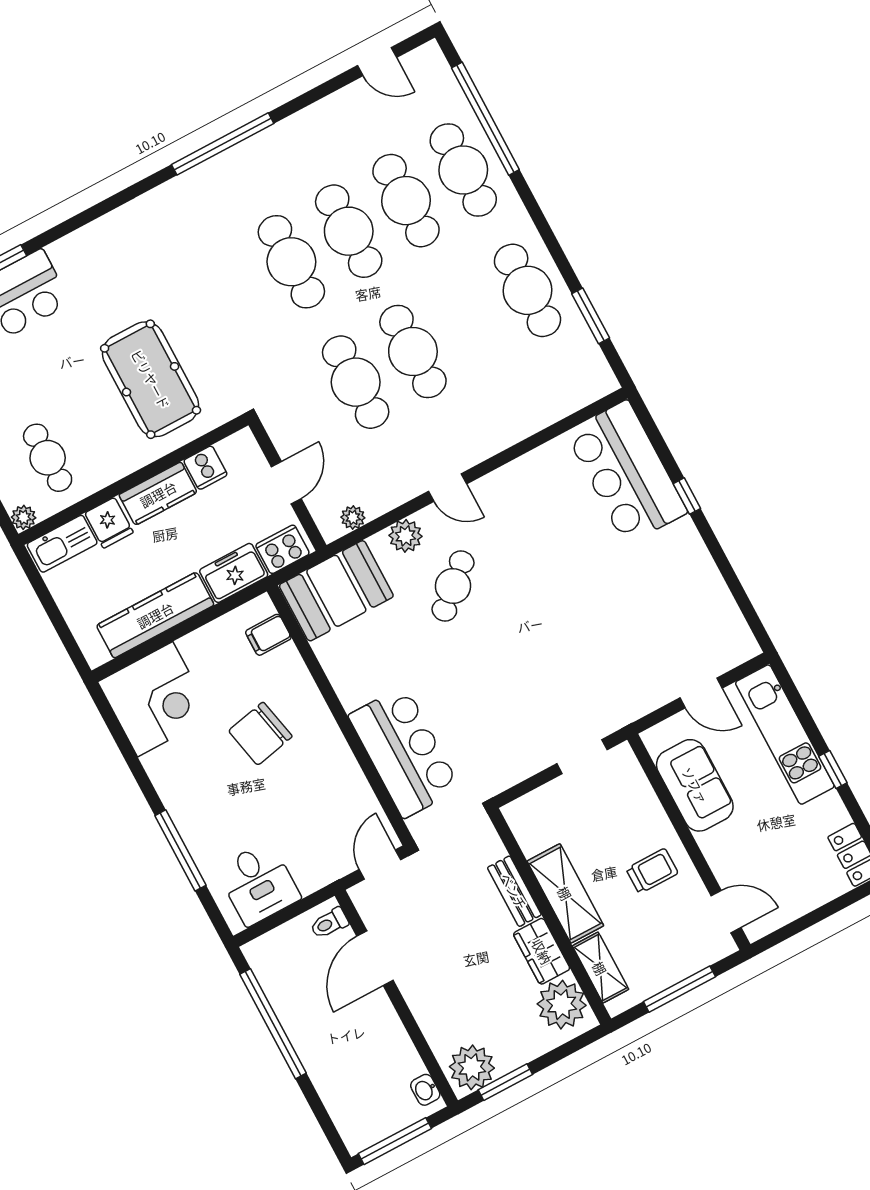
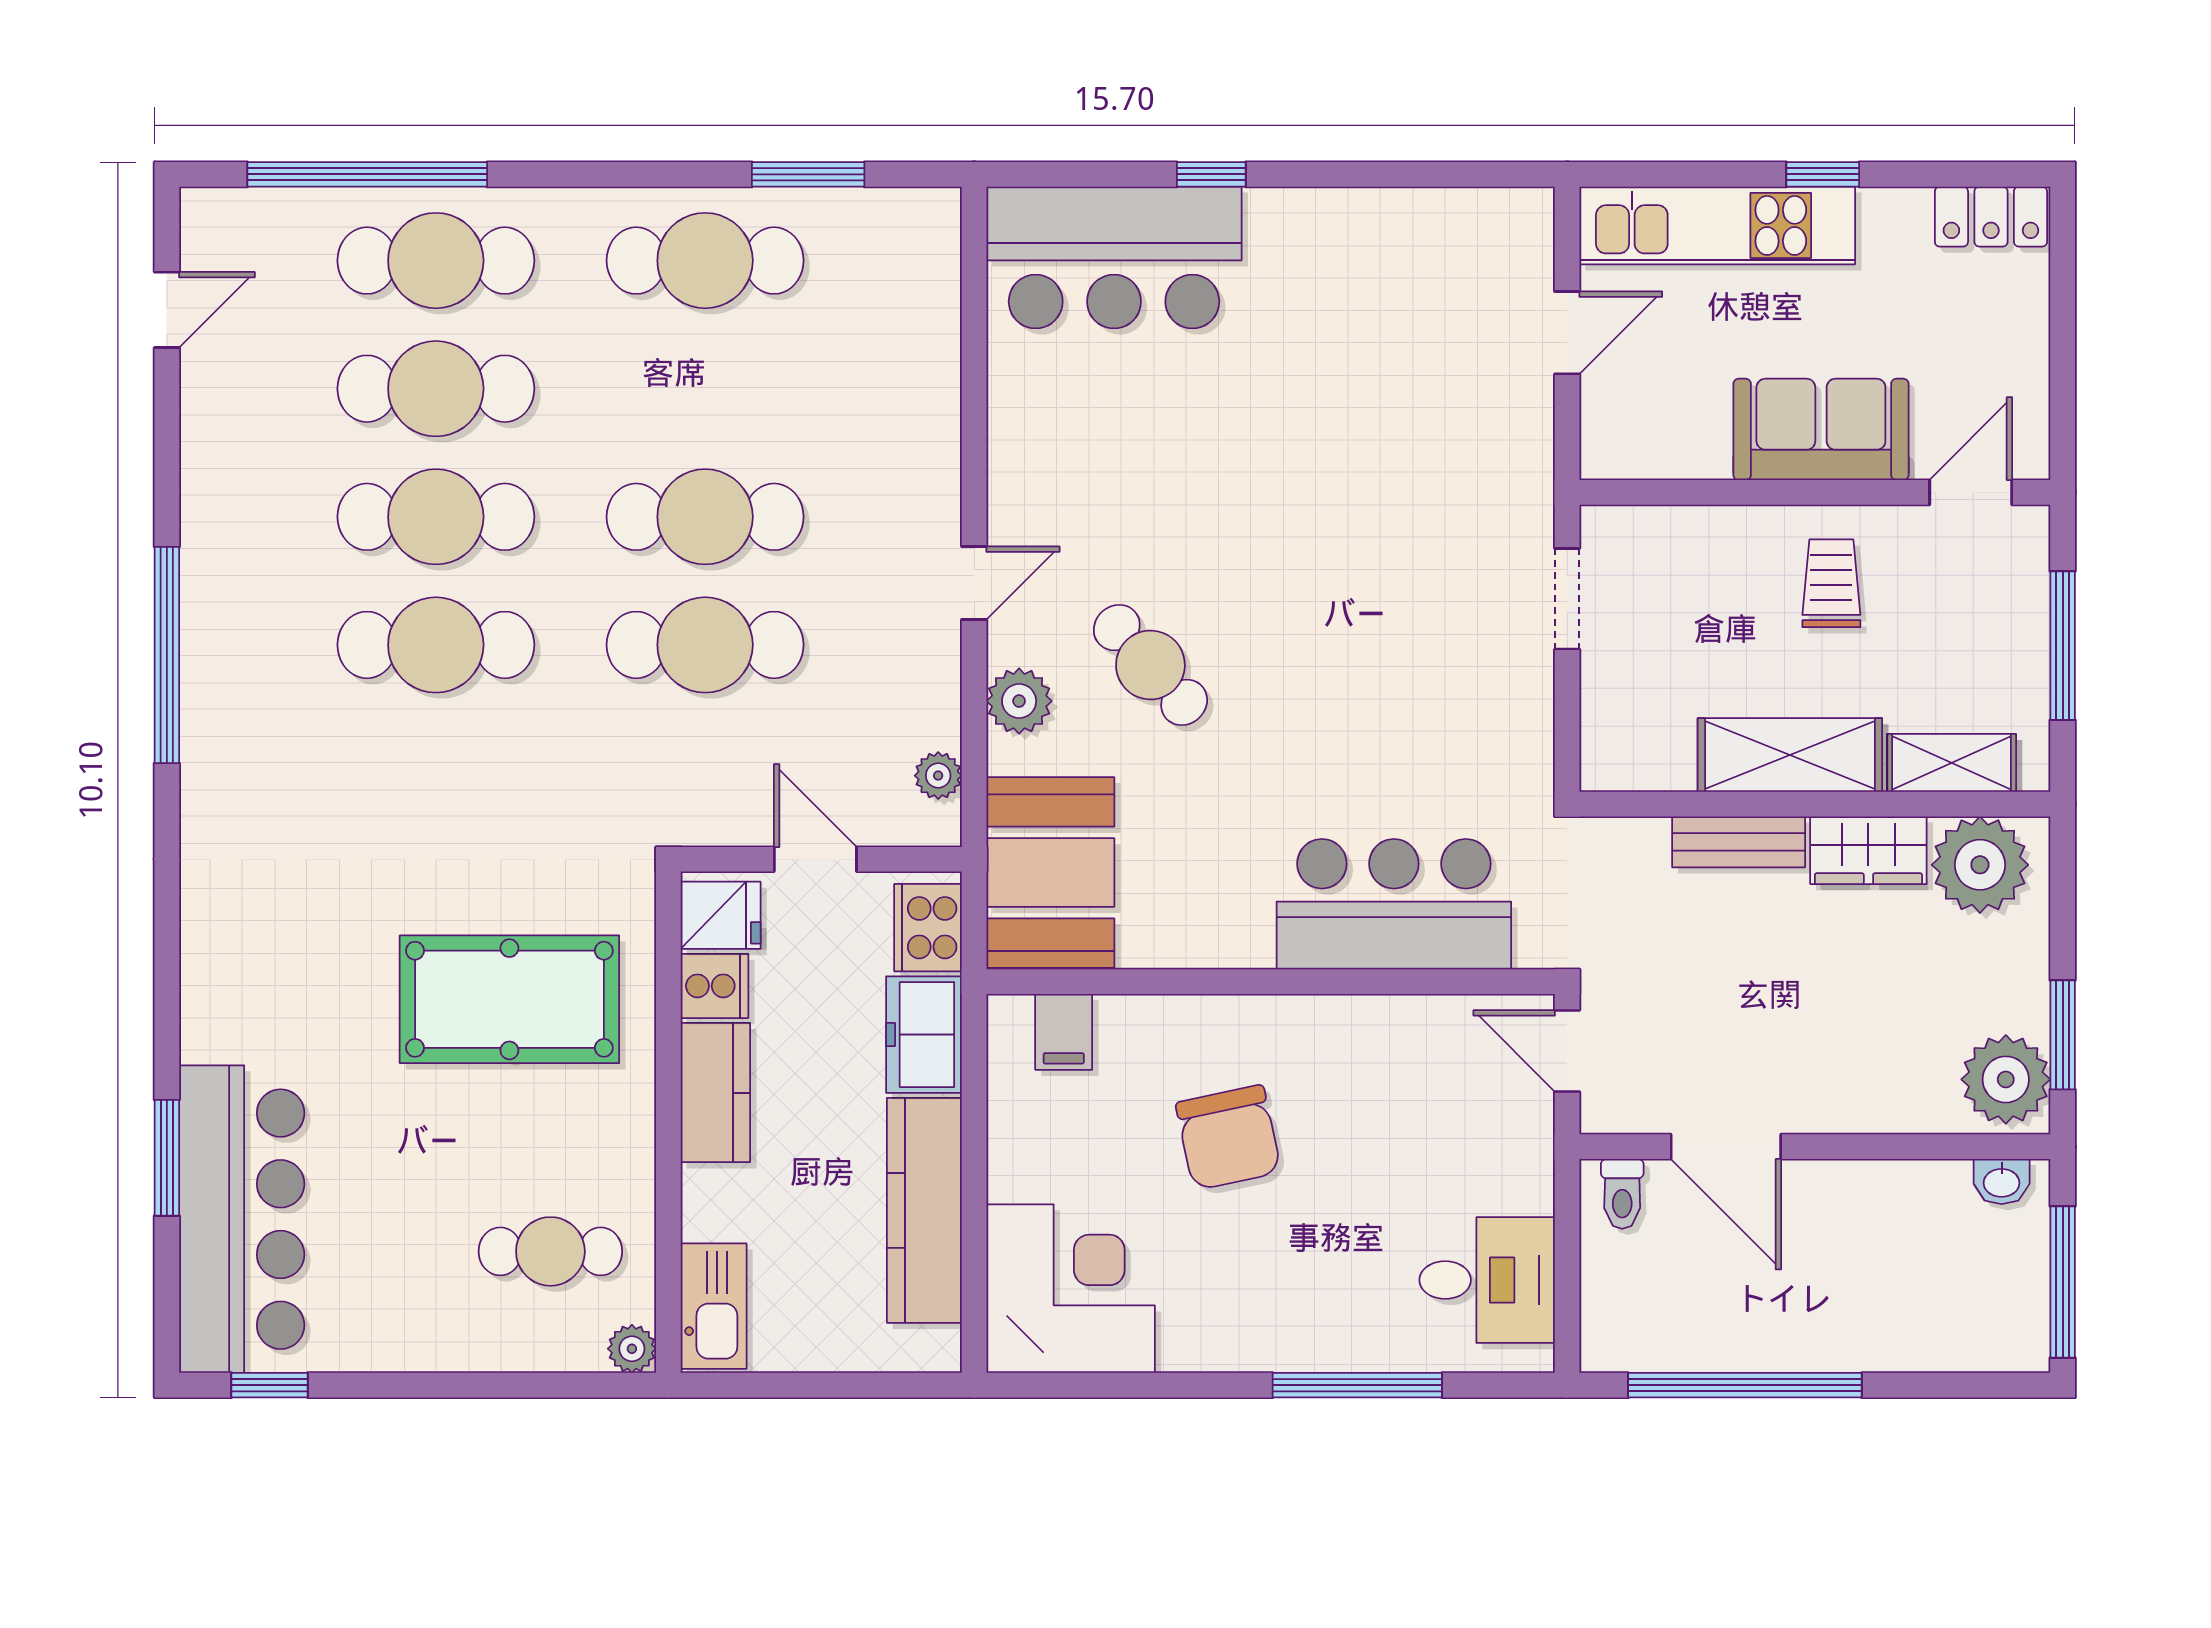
fridge: (109, 523) -> (721, 915), moved
sofa: (695, 785) -> (1821, 429), moved

